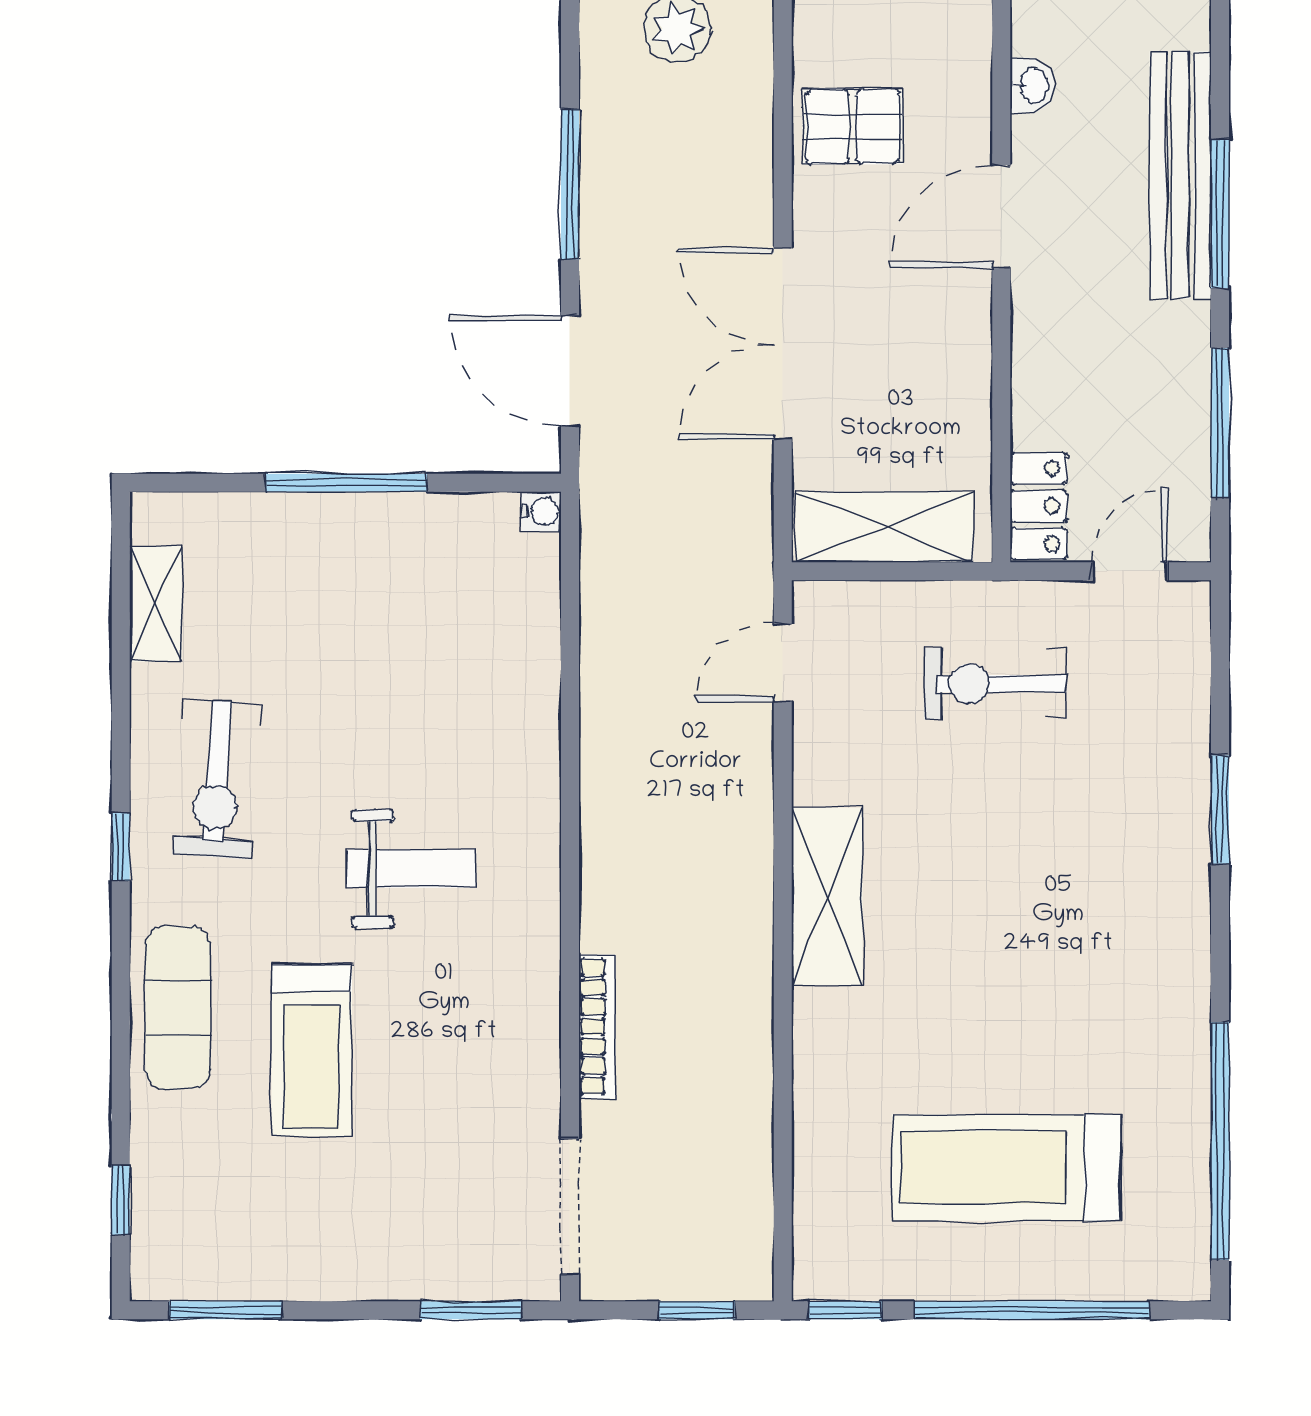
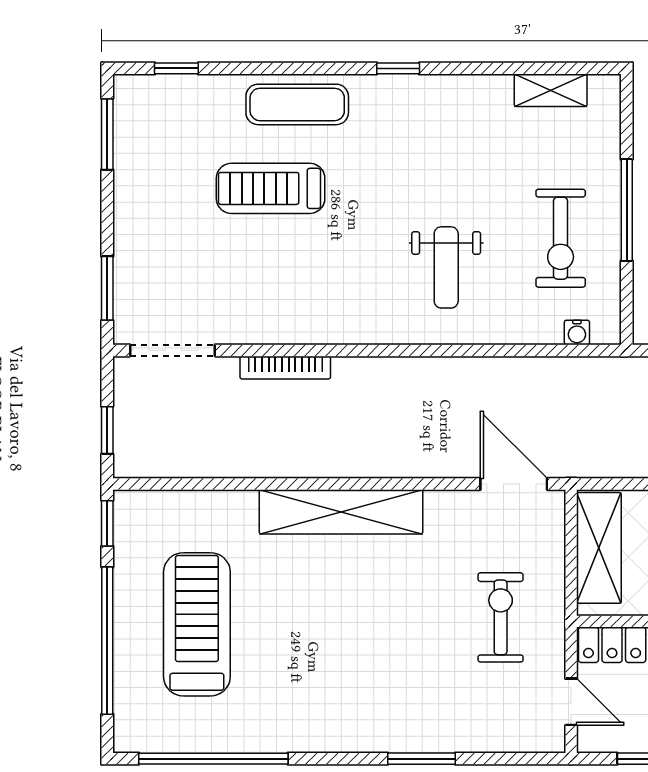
water cooler: (541, 511) -> (577, 332), moved
door: (783, 663) -> (514, 484), width x1.38
exercise bike: (217, 779) -> (561, 238), moved, turned -94
weight bench: (411, 869) -> (446, 267), moved
shelving: (827, 896) -> (341, 512), width x1.47

